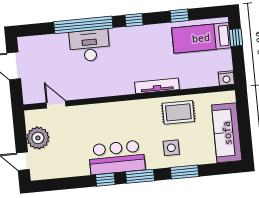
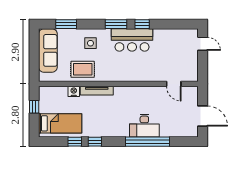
window: (134, 20) -> (95, 142), moved
window: (236, 37) -> (34, 107), moved
nightstand: (226, 78) -> (74, 91), moved
plant: (38, 138) -> (190, 60), removed
window: (185, 172) -> (66, 24), moved

